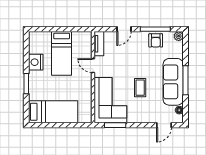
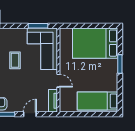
bed: (62, 53) -> (98, 101), moved, turned -90
nightstand: (36, 62) -> (111, 84), removed
bed: (53, 112) -> (95, 43), width x1.50

